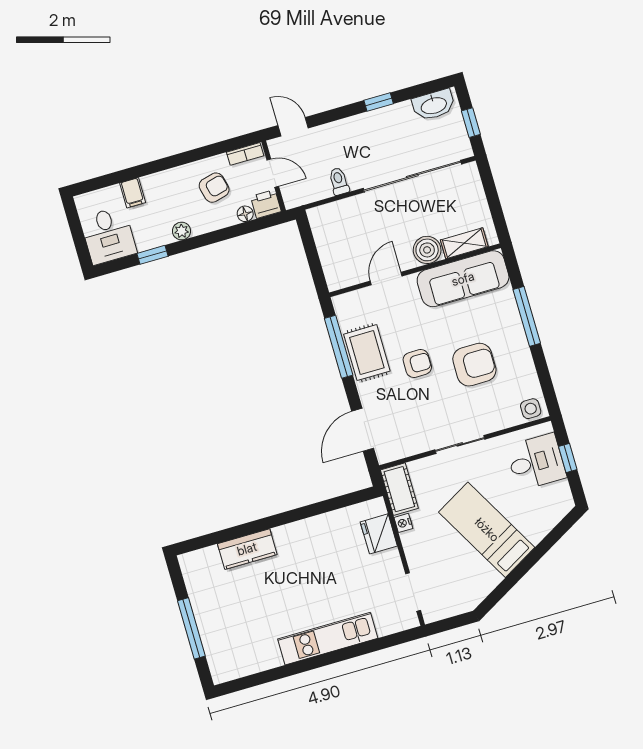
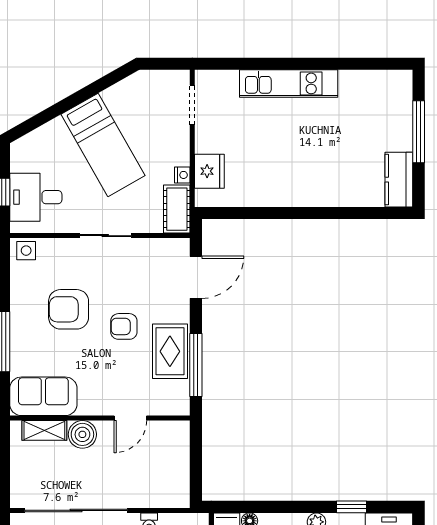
sofa: (463, 279) -> (43, 396), width x0.73
kitchen counter: (247, 549) -> (399, 180), moved, turned -90

